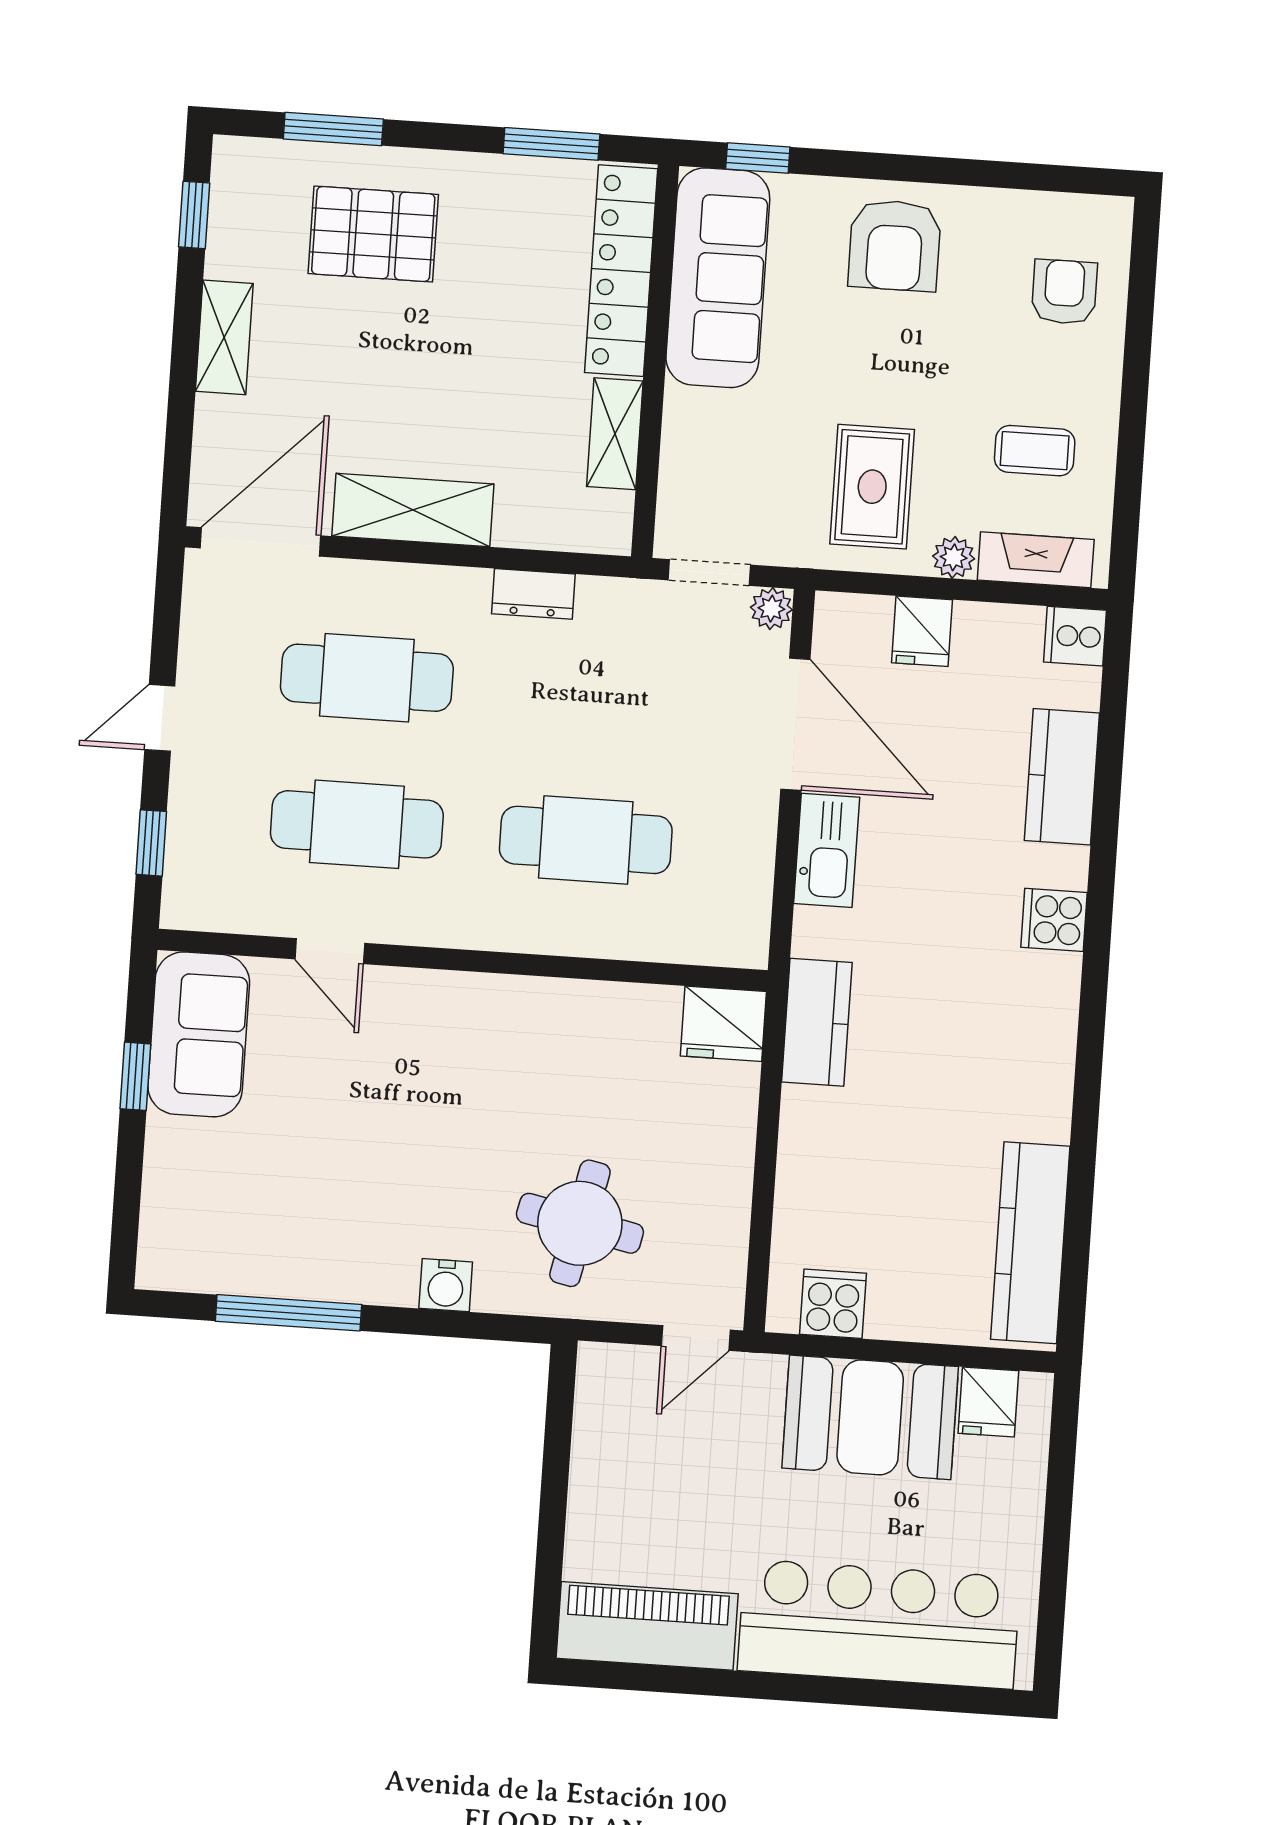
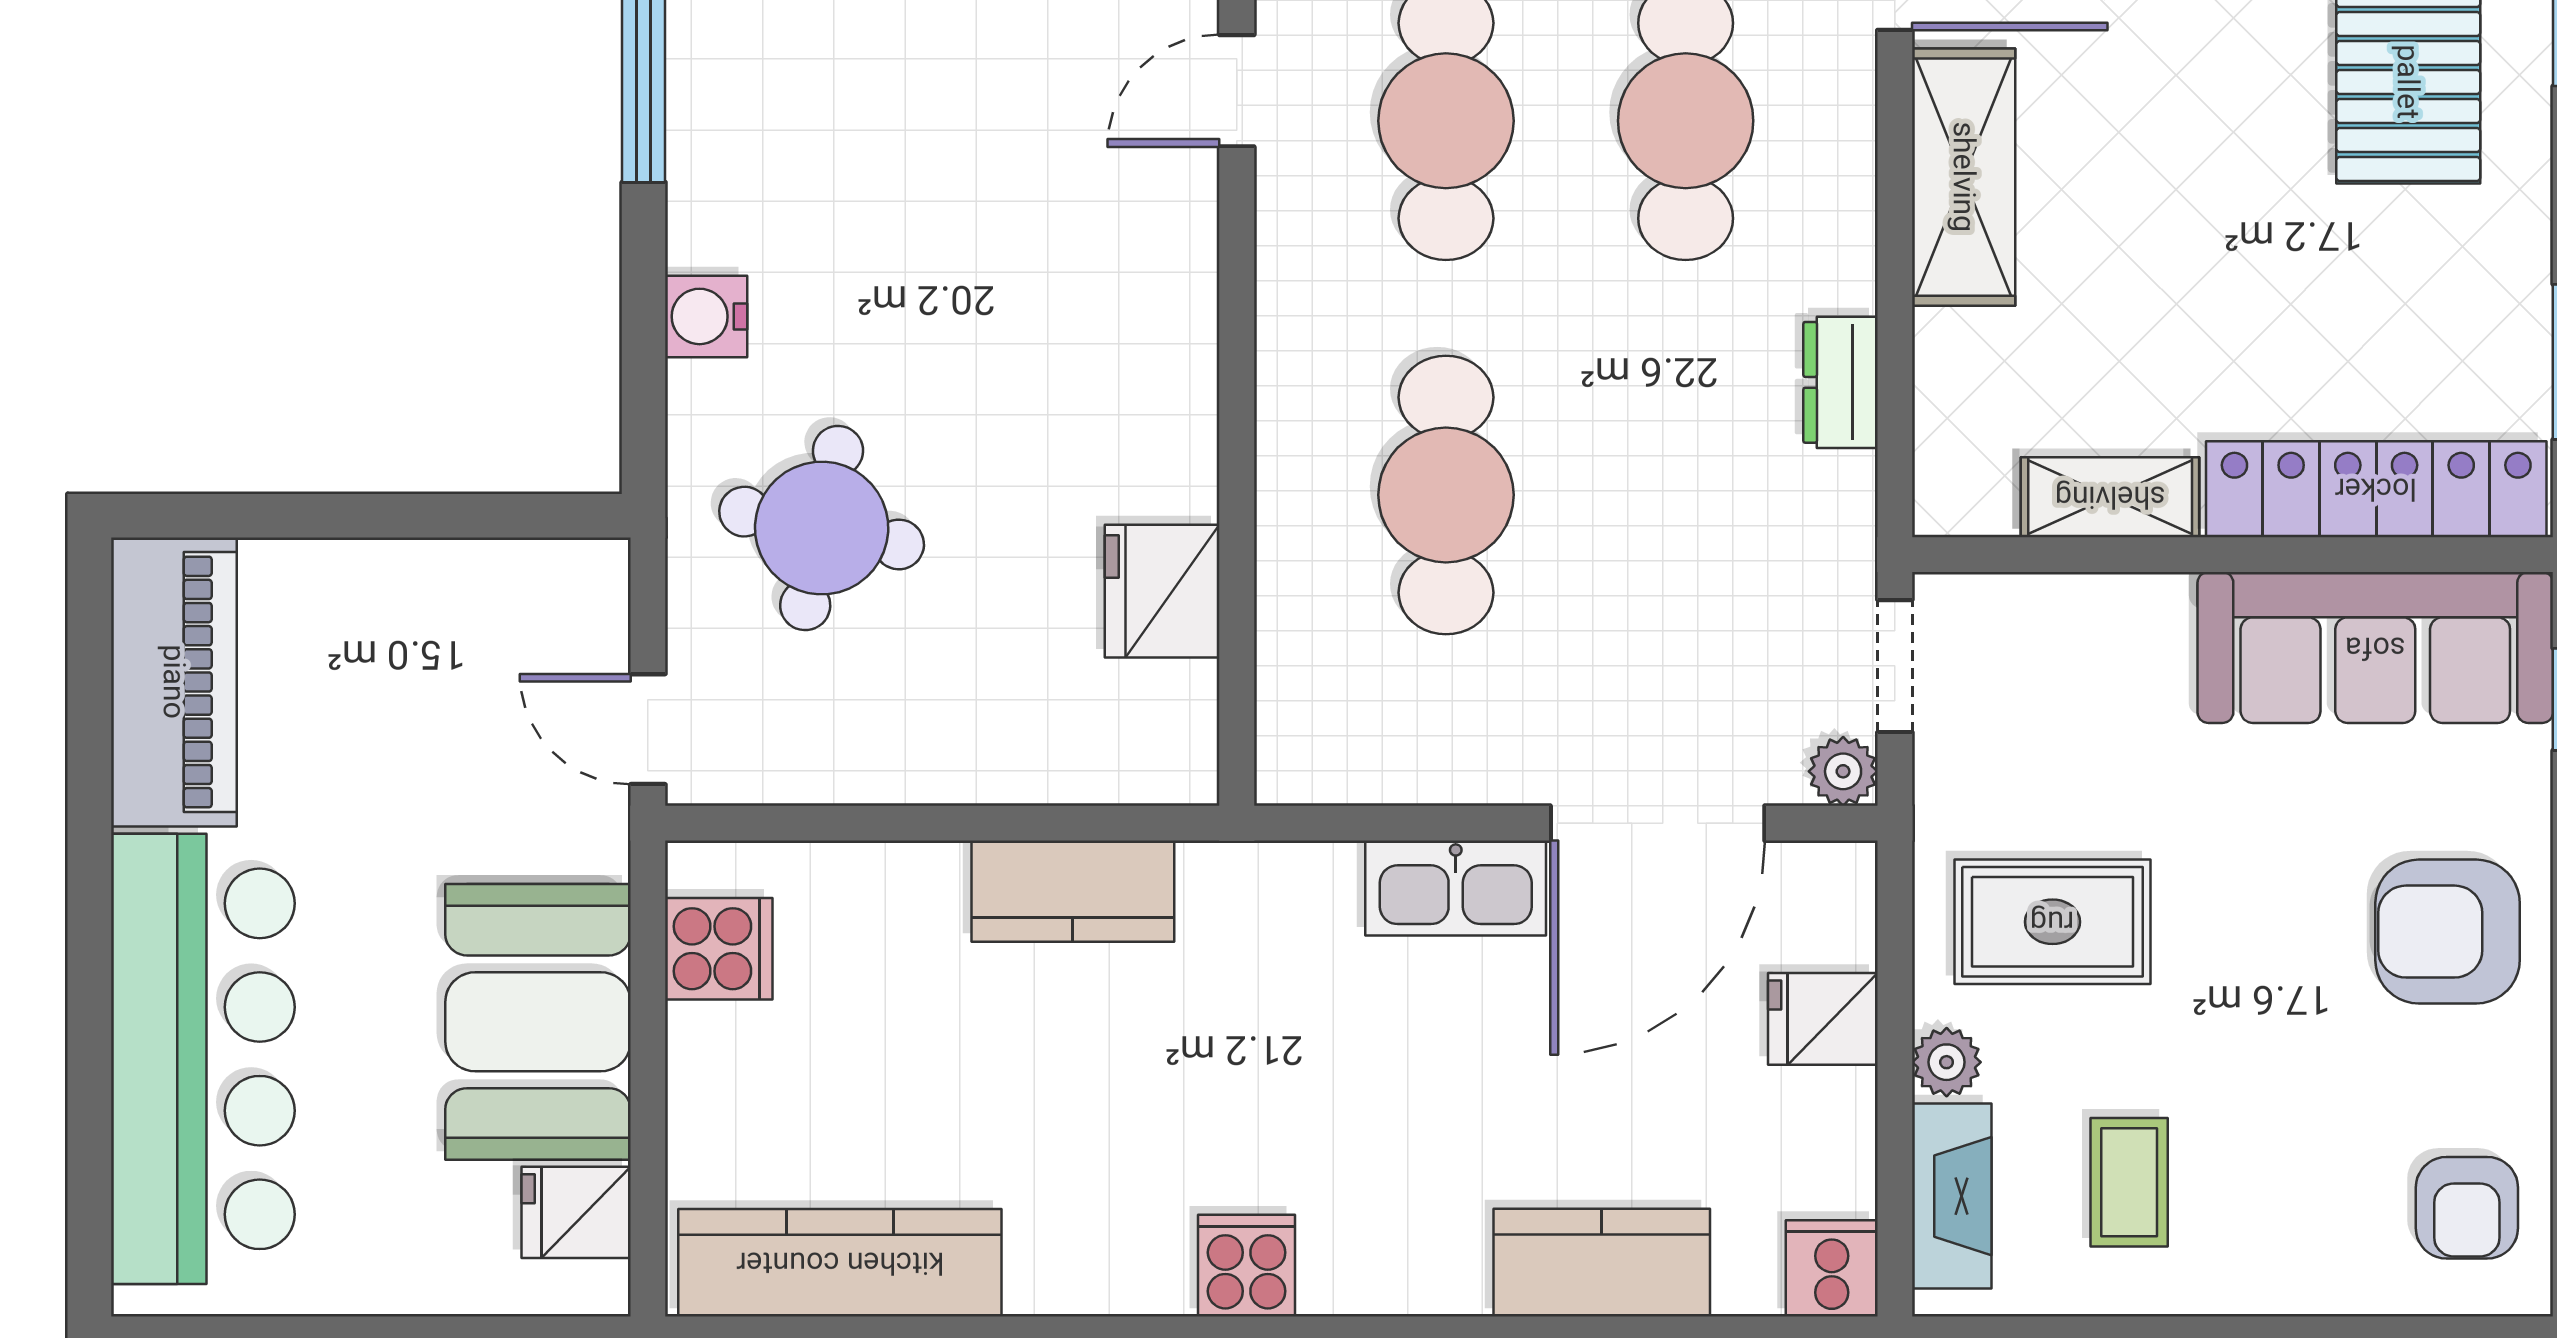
armchair: (1064, 292) -> (2467, 1208), moved, turned 90
cooker: (1054, 920) -> (1247, 1266), moved
kitchen counter: (817, 1022) -> (1073, 891), moved
fridge: (723, 1024) -> (1162, 591), moved

